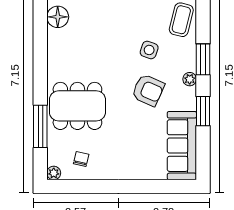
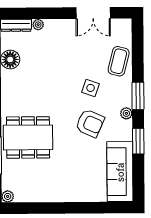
chair: (81, 159) -> (32, 184), removed

